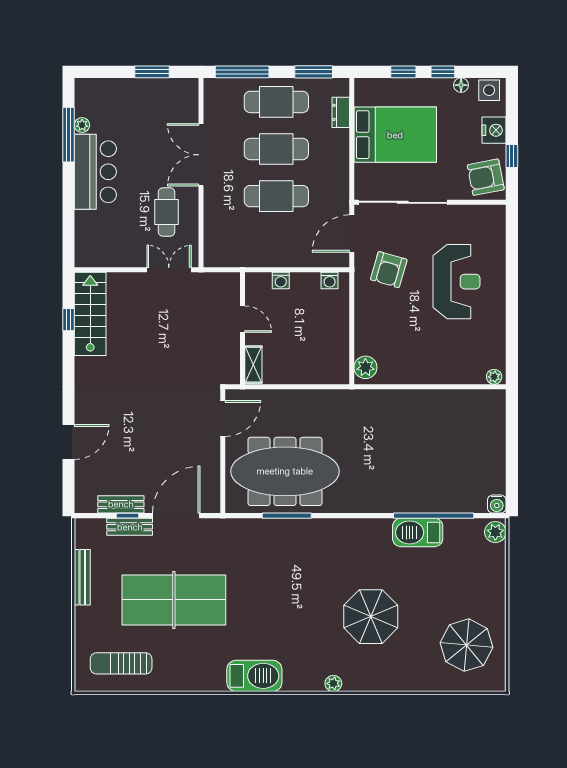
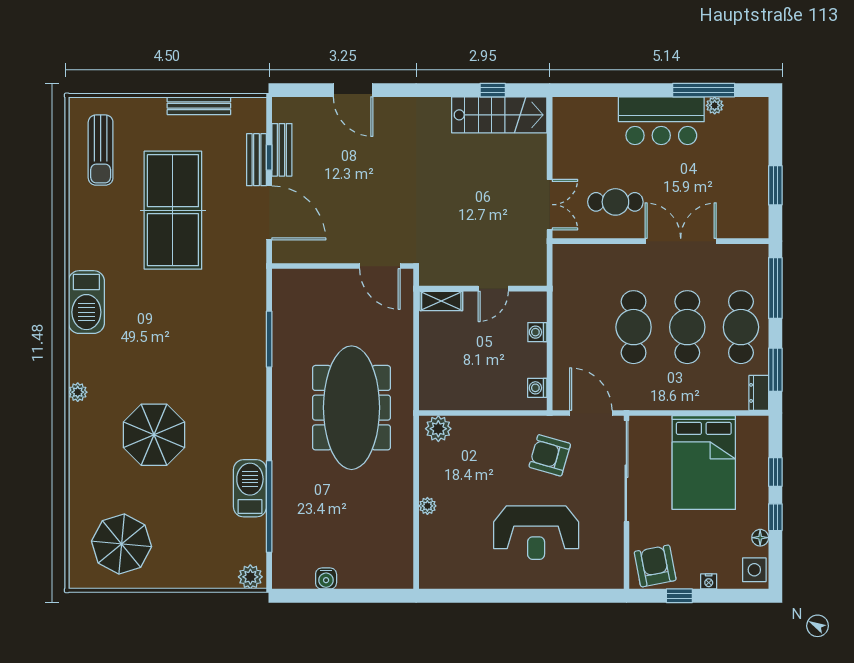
dresser: (341, 112) -> (759, 393), moved, turned -90
nightstand: (494, 130) -> (709, 581), width x0.53, depth x0.56
plant: (494, 377) -> (427, 506), moved
meeting table: (285, 471) -> (352, 408), moved
water cooler: (497, 504) -> (326, 578), moved, turned -90
sun lounger: (121, 663) -> (101, 150), turned 180

